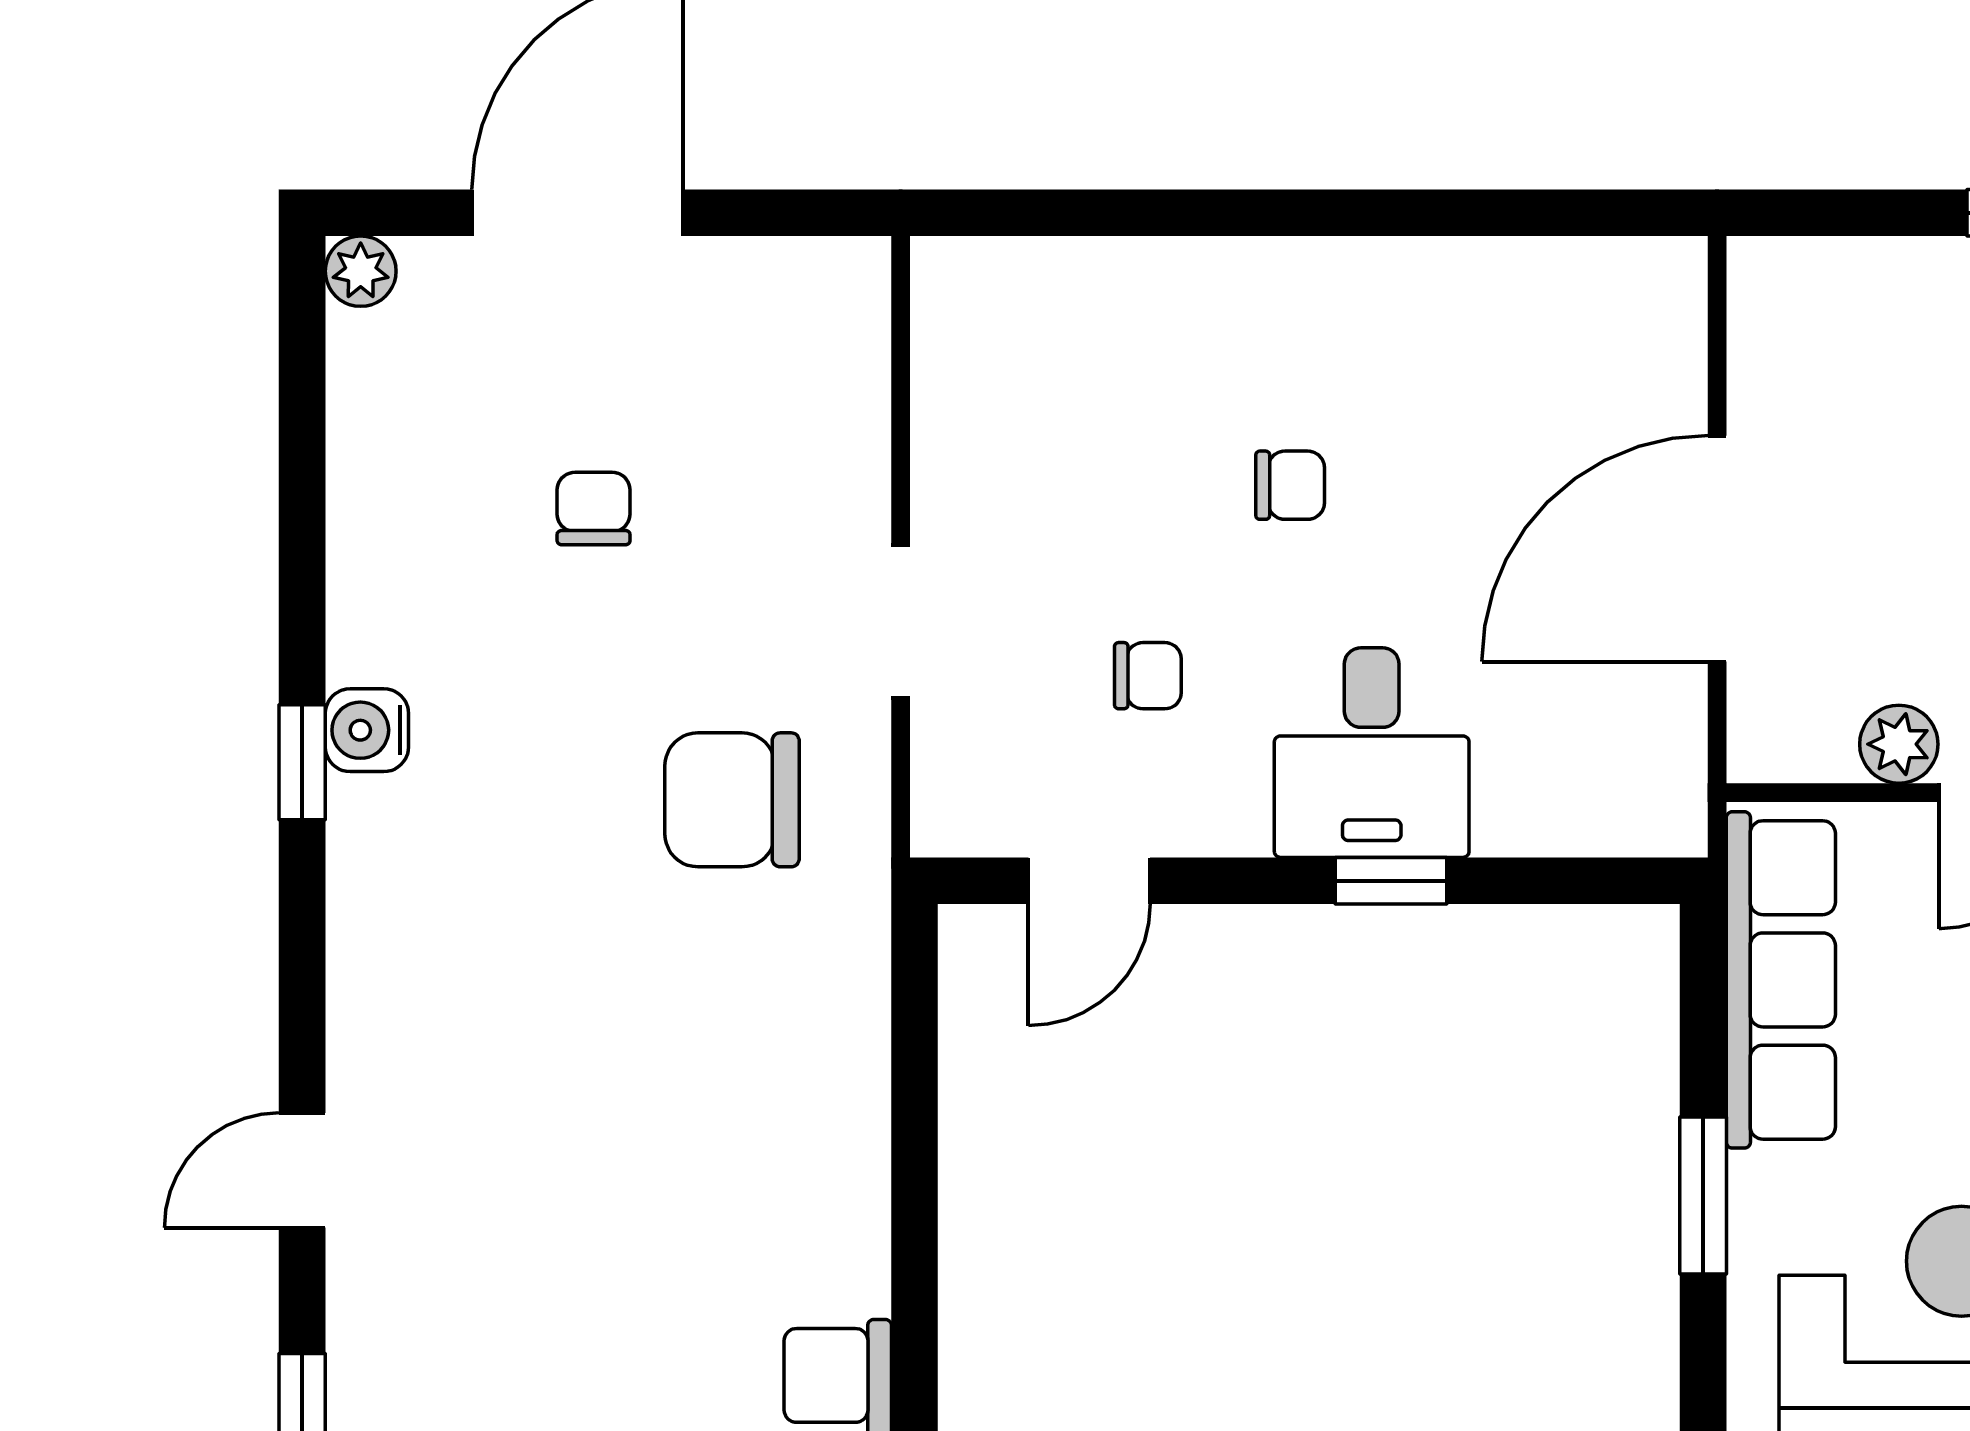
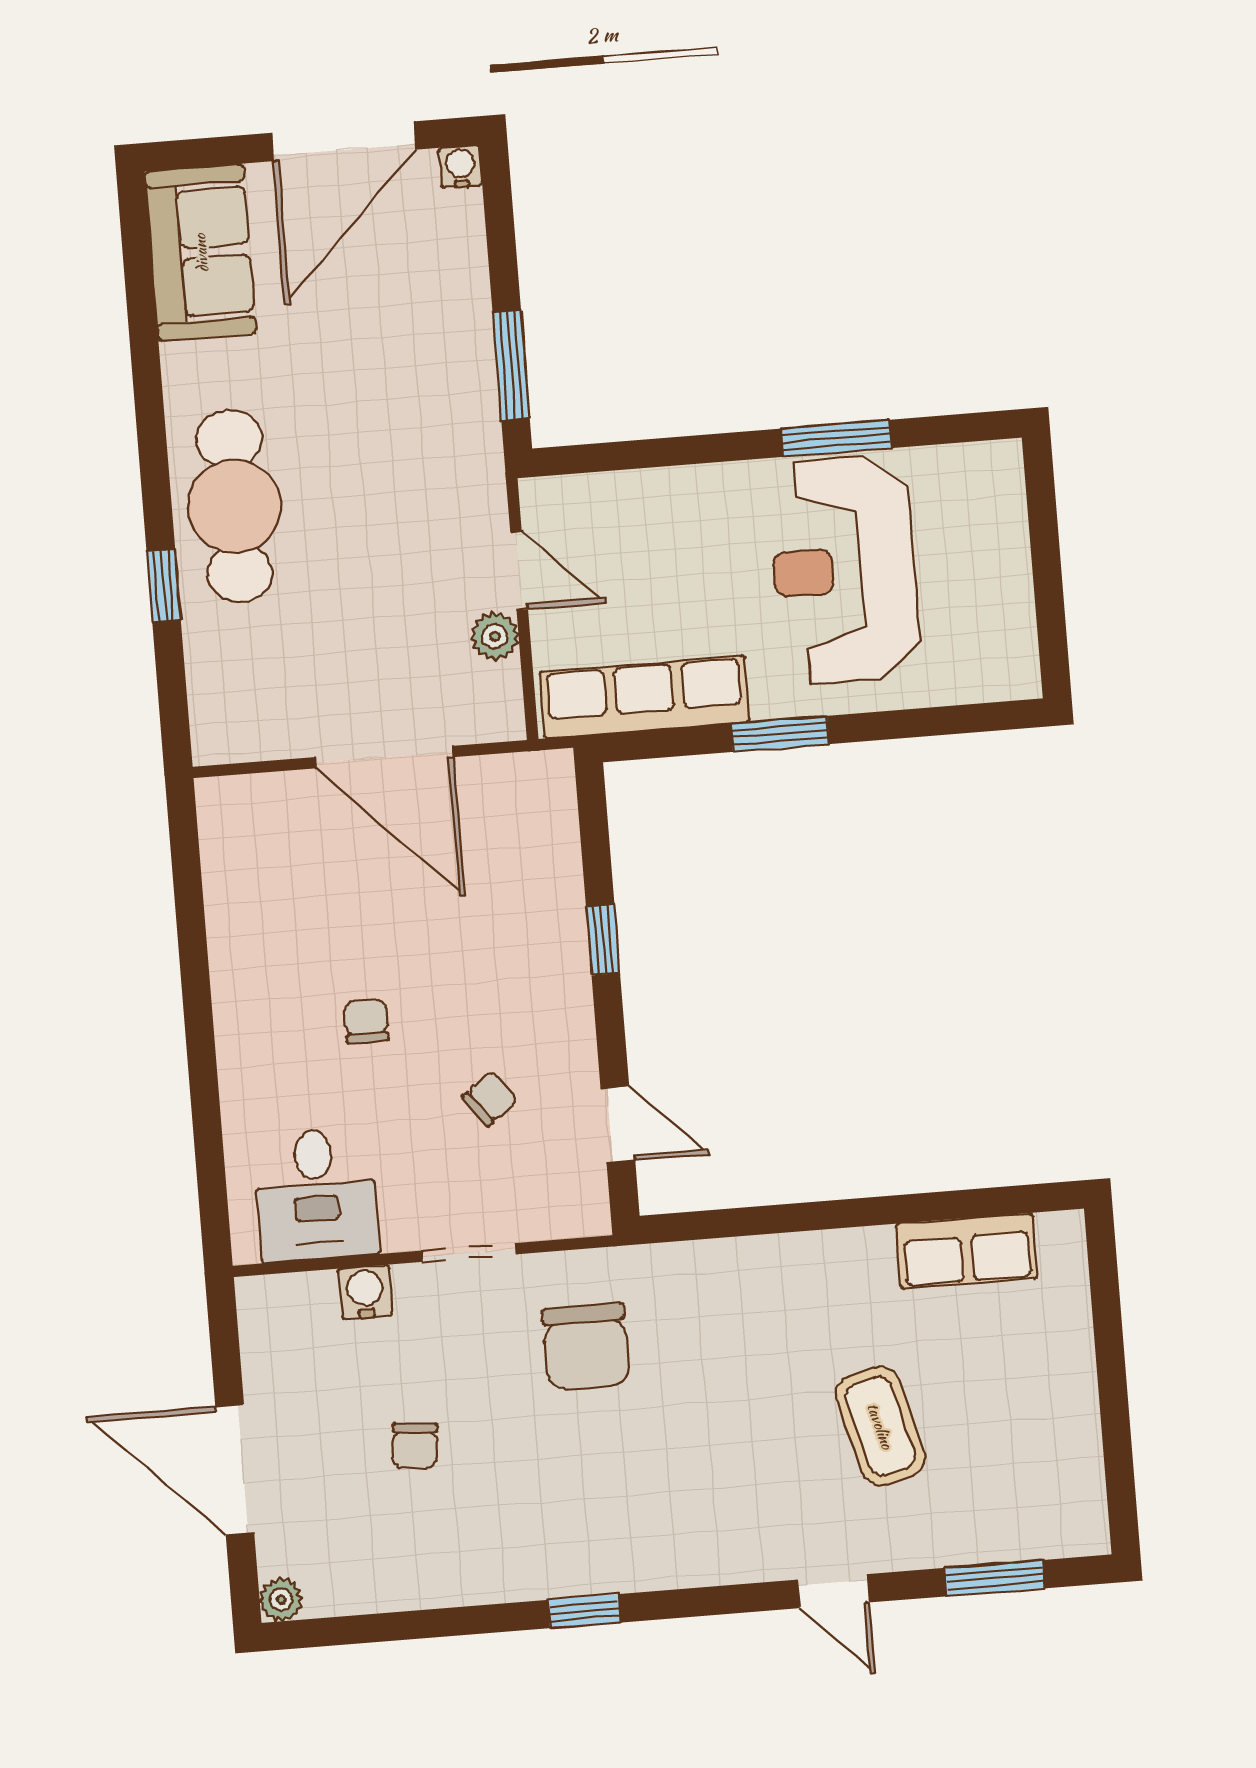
chair: (594, 509) -> (415, 1446), turned -85
chair: (1148, 676) -> (490, 1099), turned 53
water cooler: (367, 730) -> (365, 1292), moved, turned 180
desk: (1372, 753) -> (316, 1194), moved, turned 90
coffee table: (565, 1268) -> (880, 1426), added

